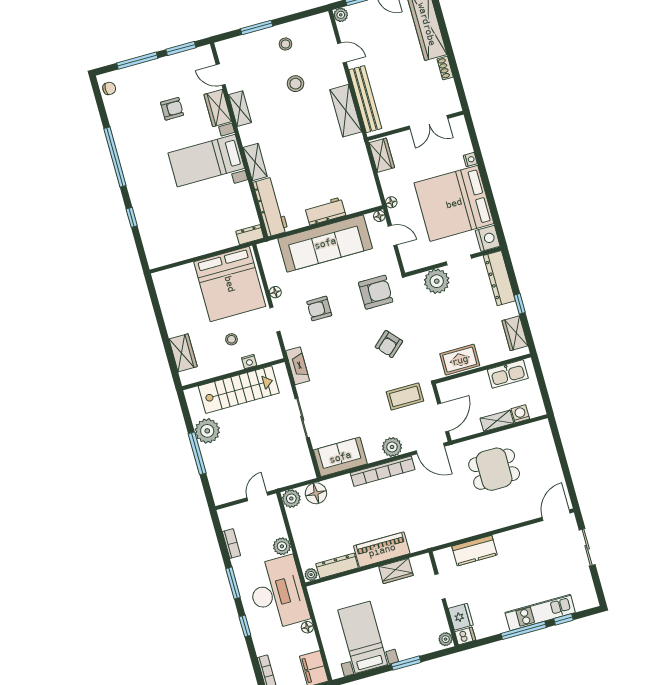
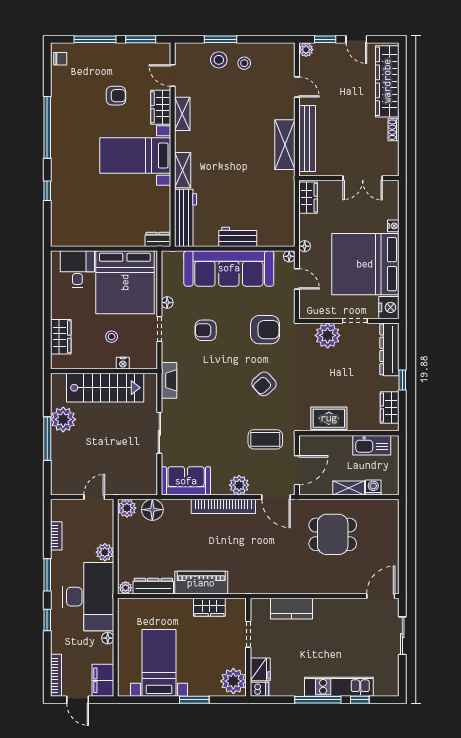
stool: (295, 84) -> (219, 60), moved
desk: (181, 284) -> (77, 269), added
plant: (446, 639) -> (233, 681), width x1.87, depth x1.87

